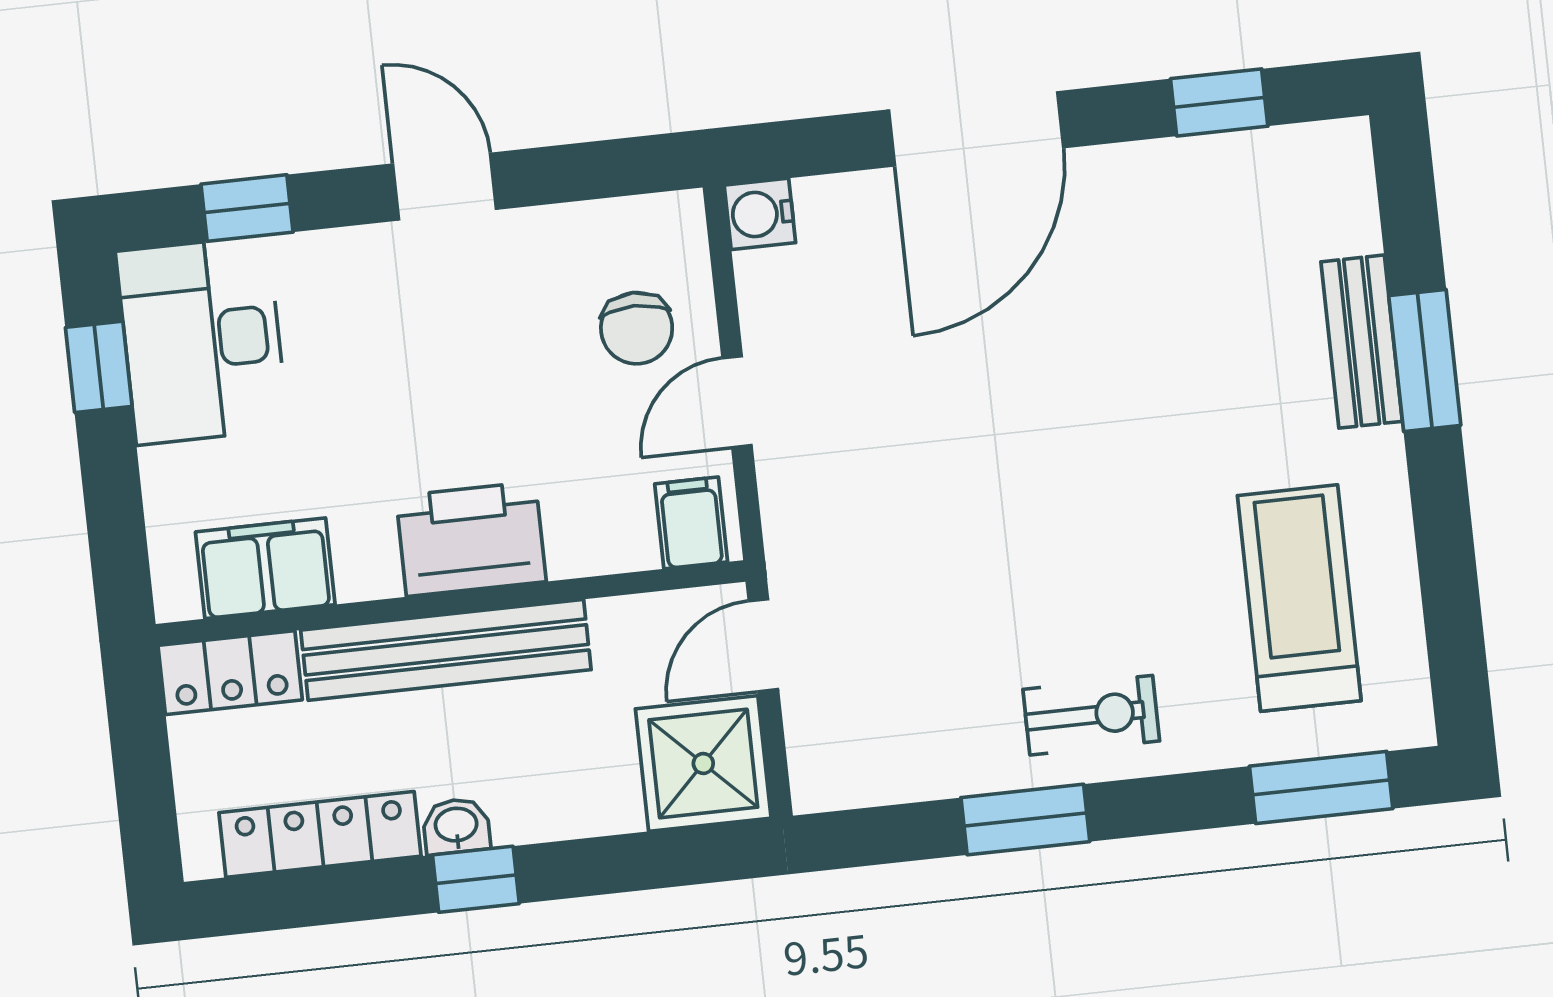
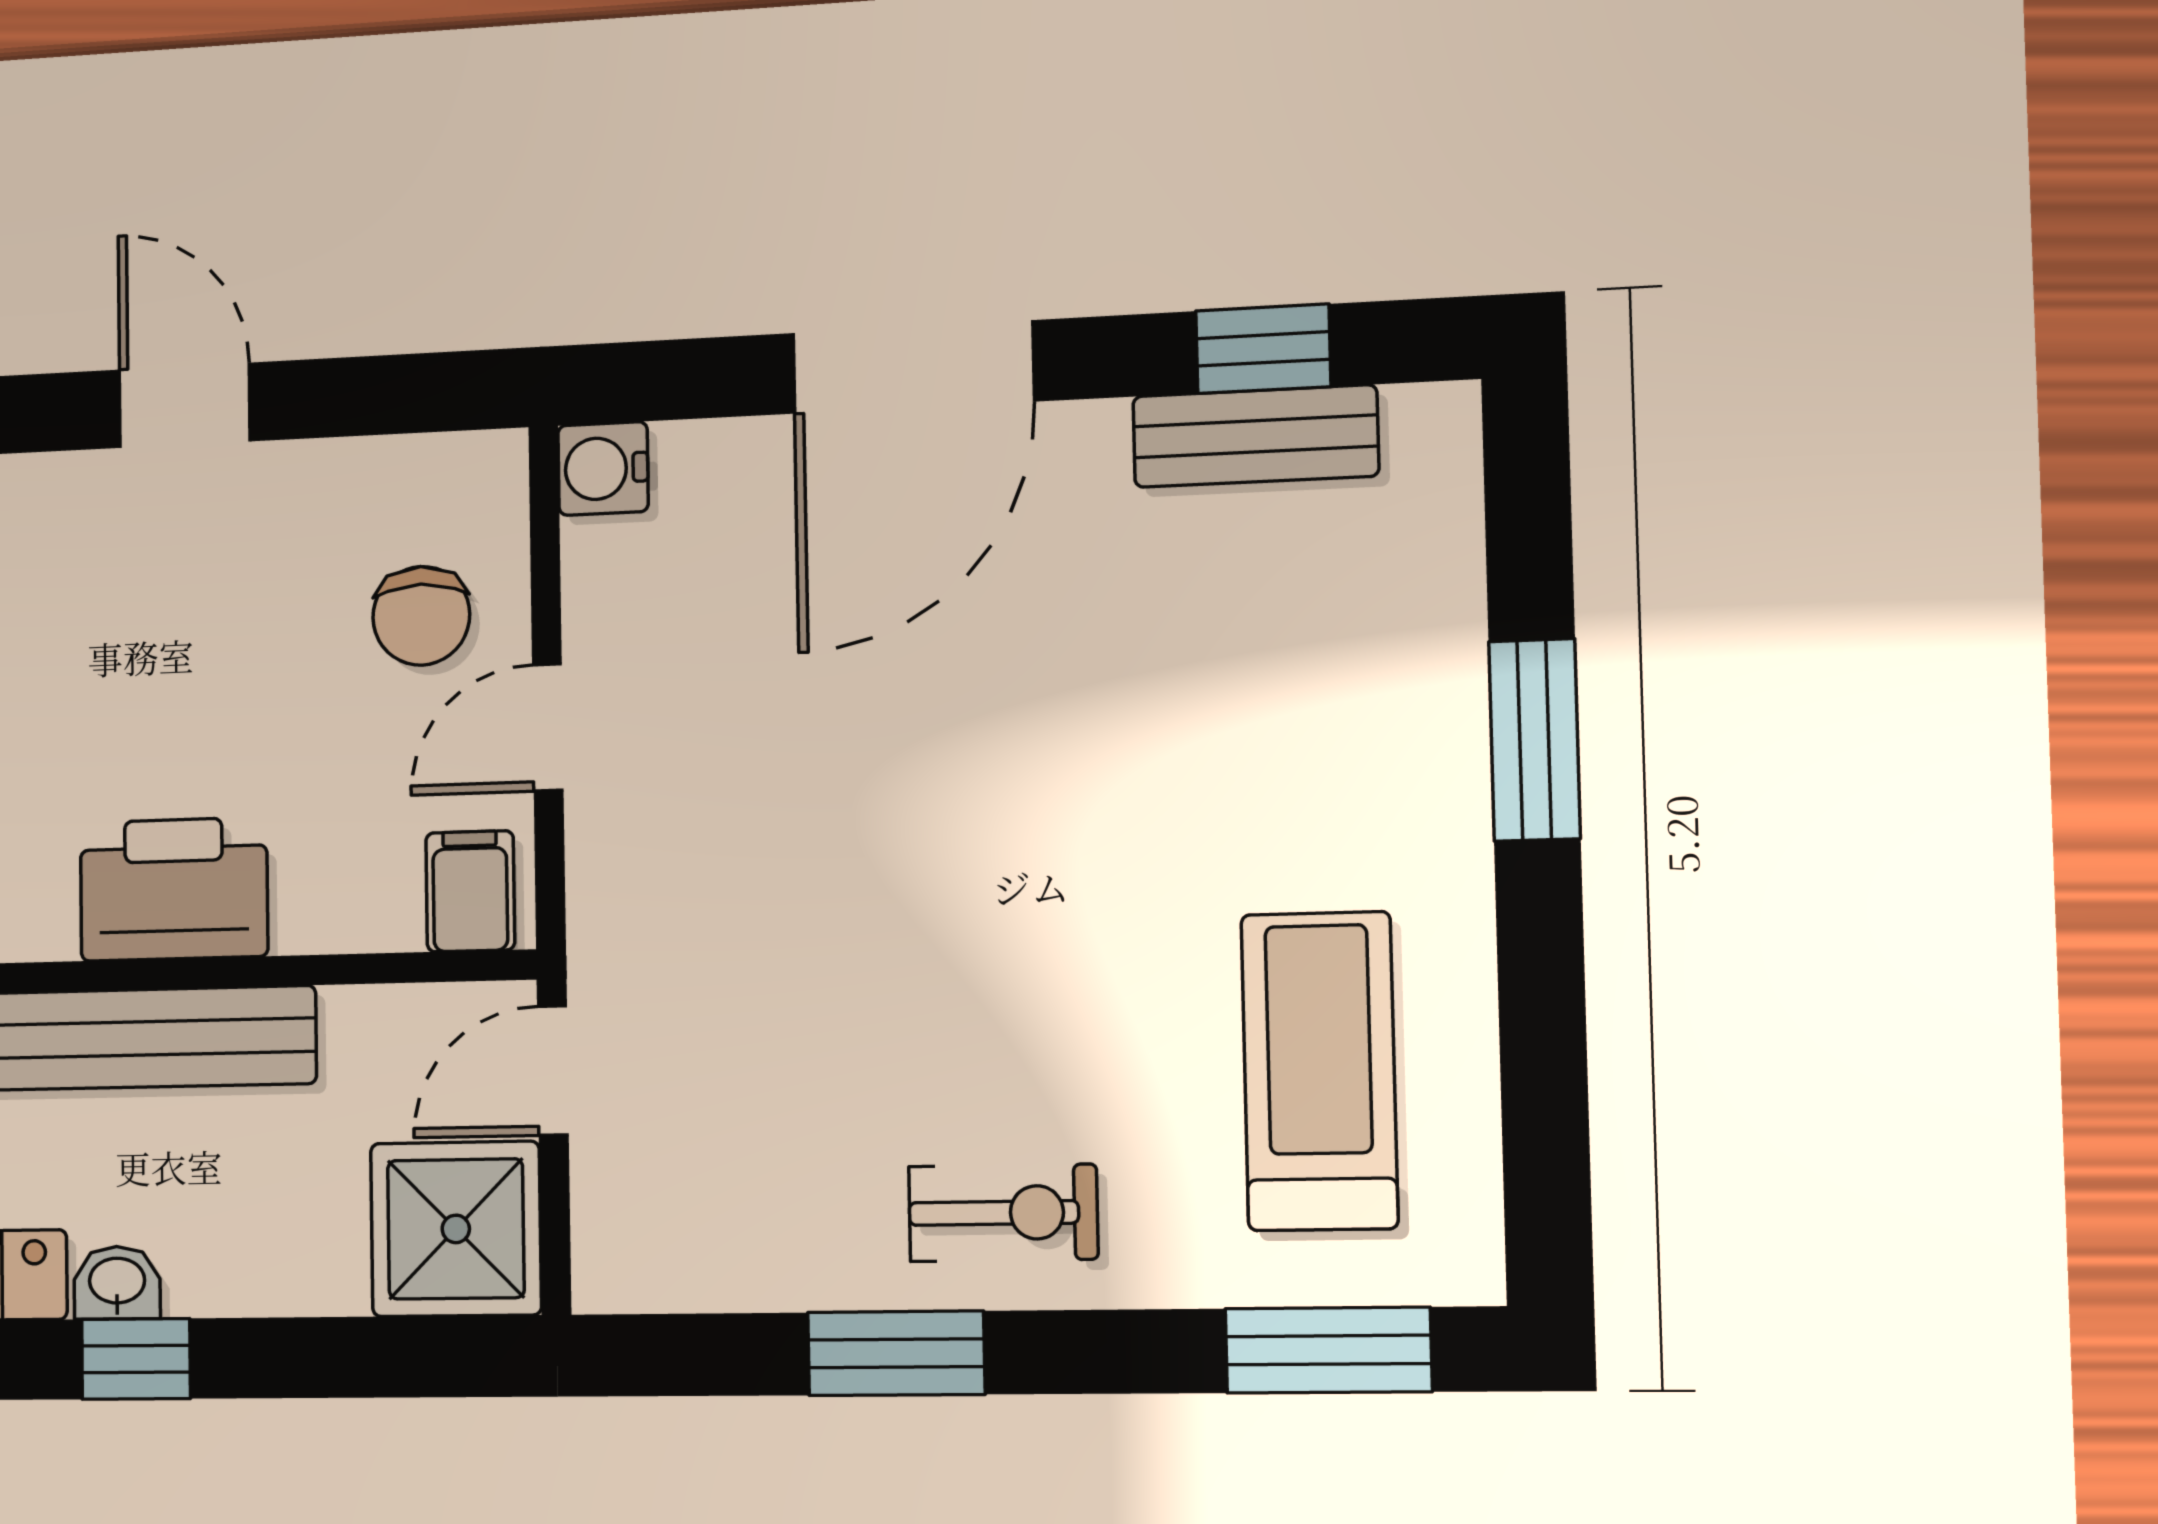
bench: (1362, 342) -> (1255, 436), moved, turned 90

